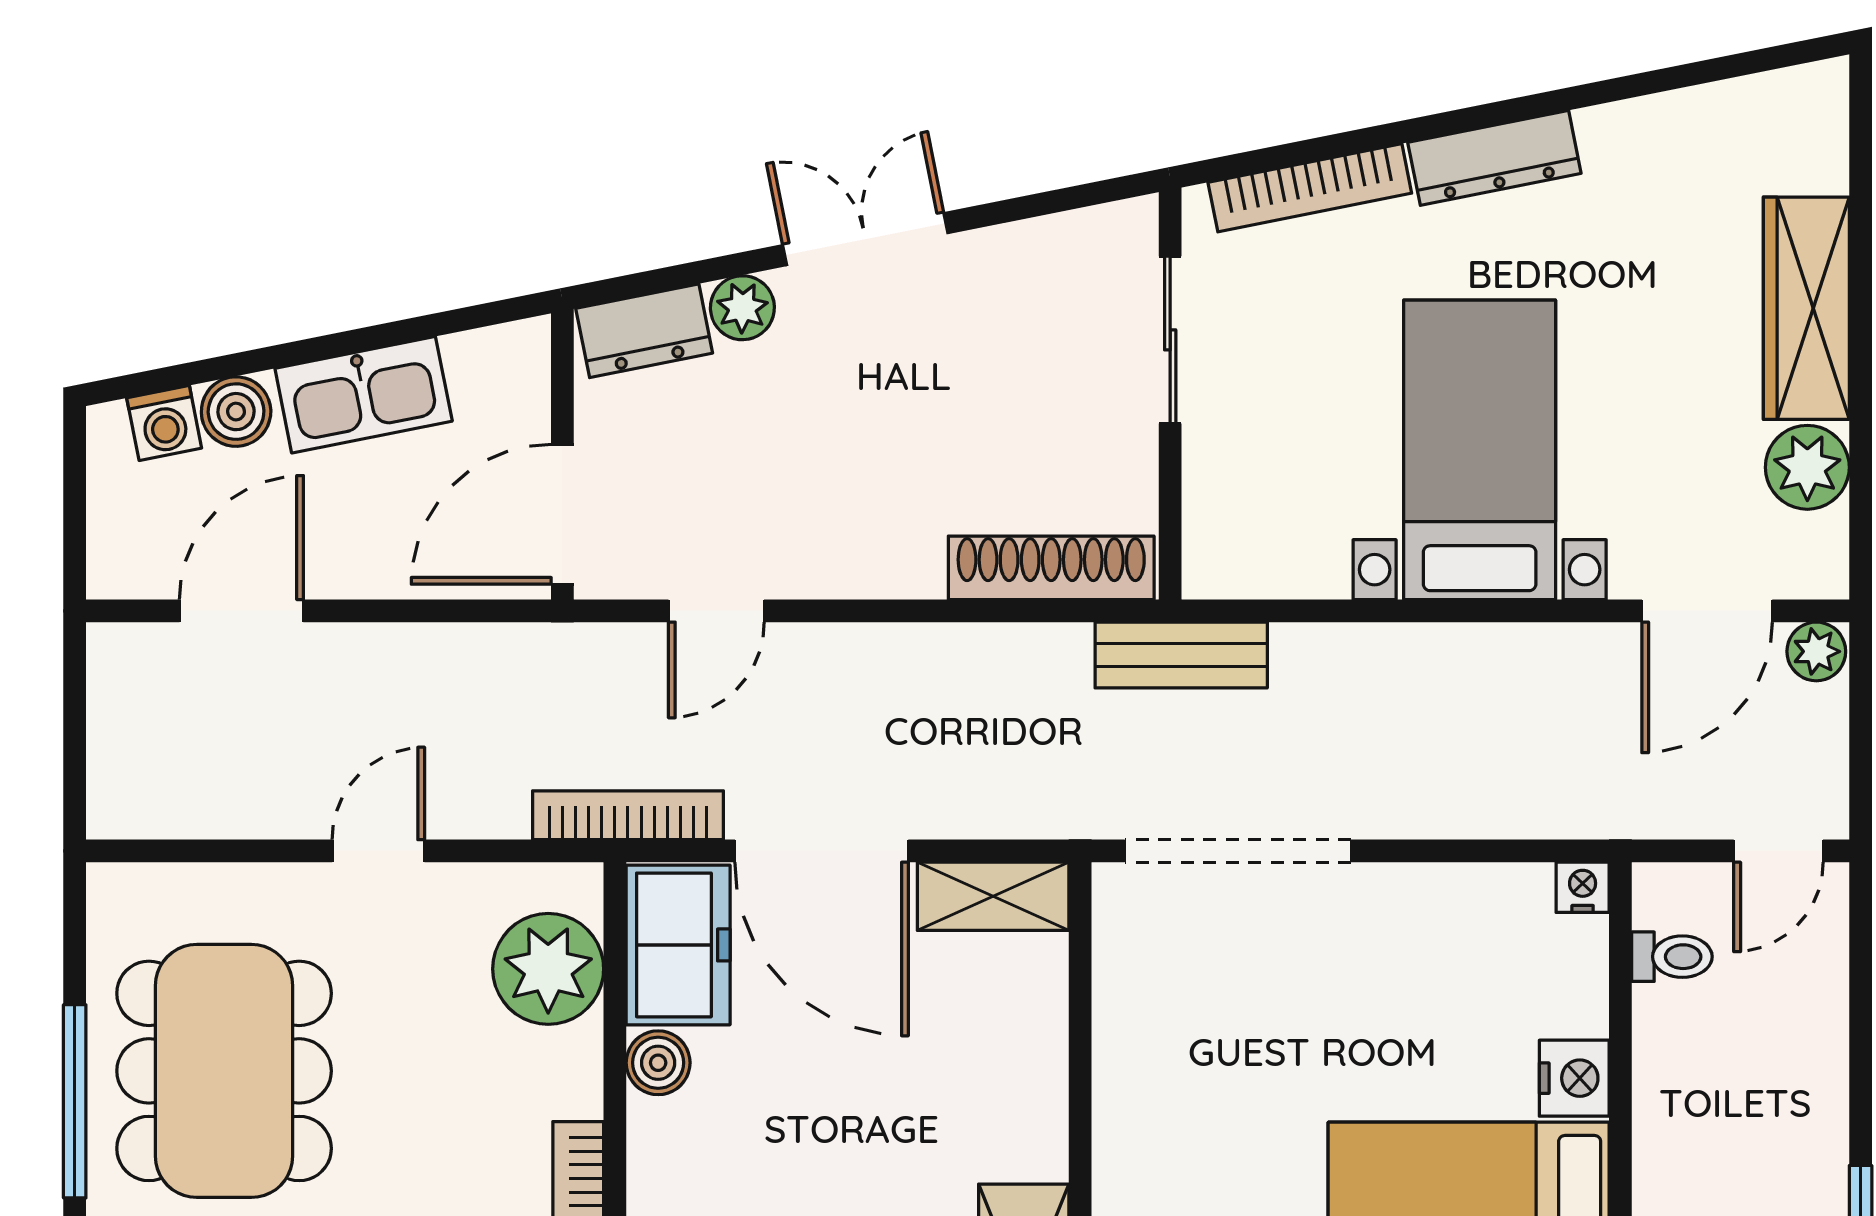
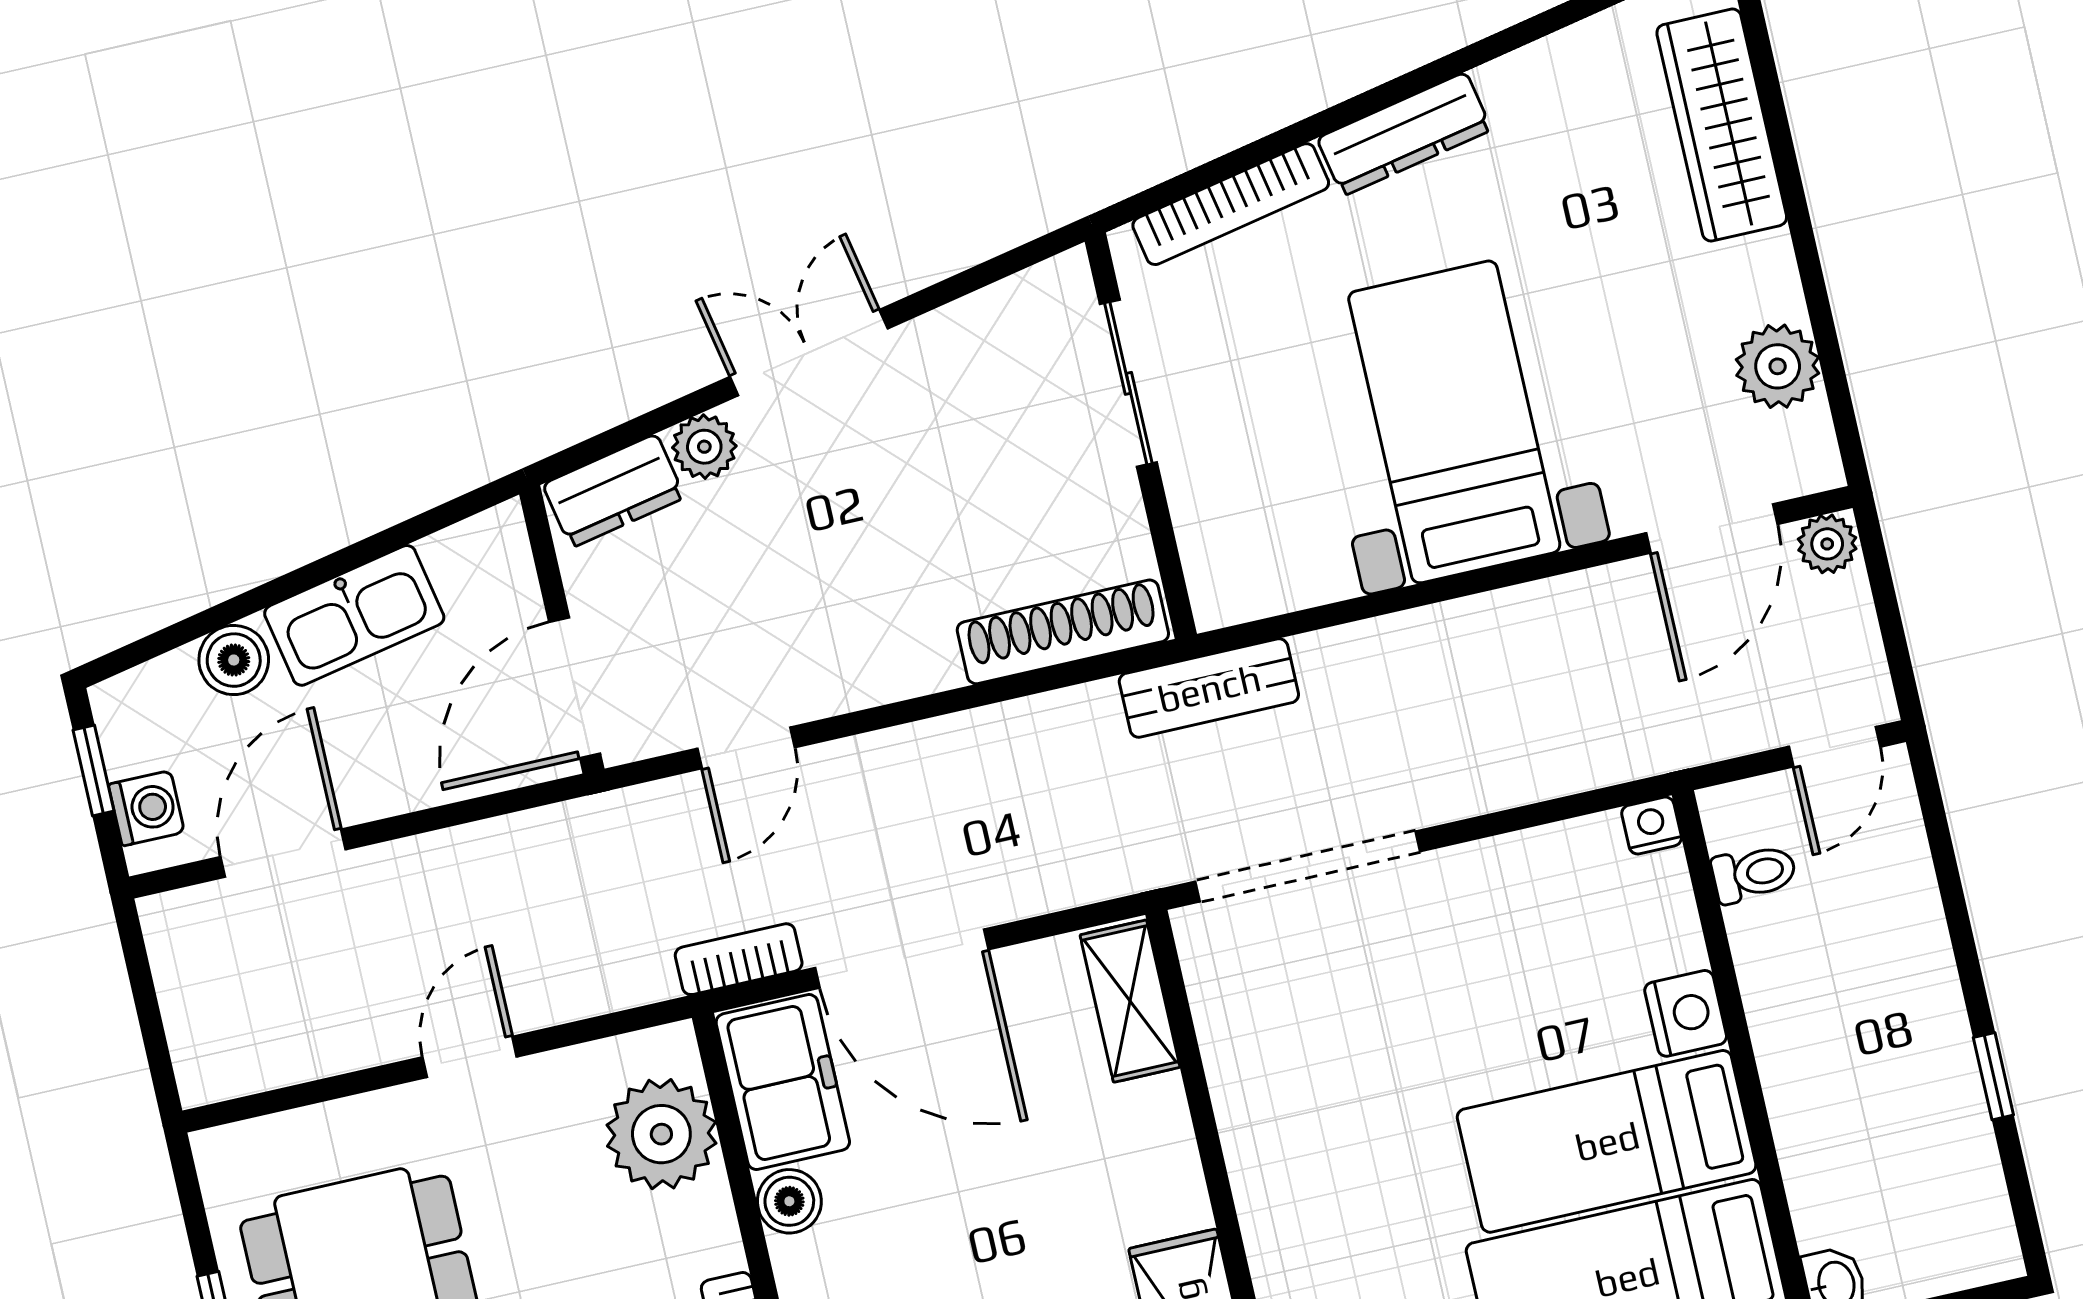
wardrobe: (1806, 308) -> (1722, 125), moved
washing machine: (164, 423) -> (146, 808), moved, turned -79
window: (75, 488) -> (94, 771), added
bookcase: (628, 815) -> (739, 959), width x0.64
shelving: (993, 896) -> (1130, 1001), moved, turned 90

